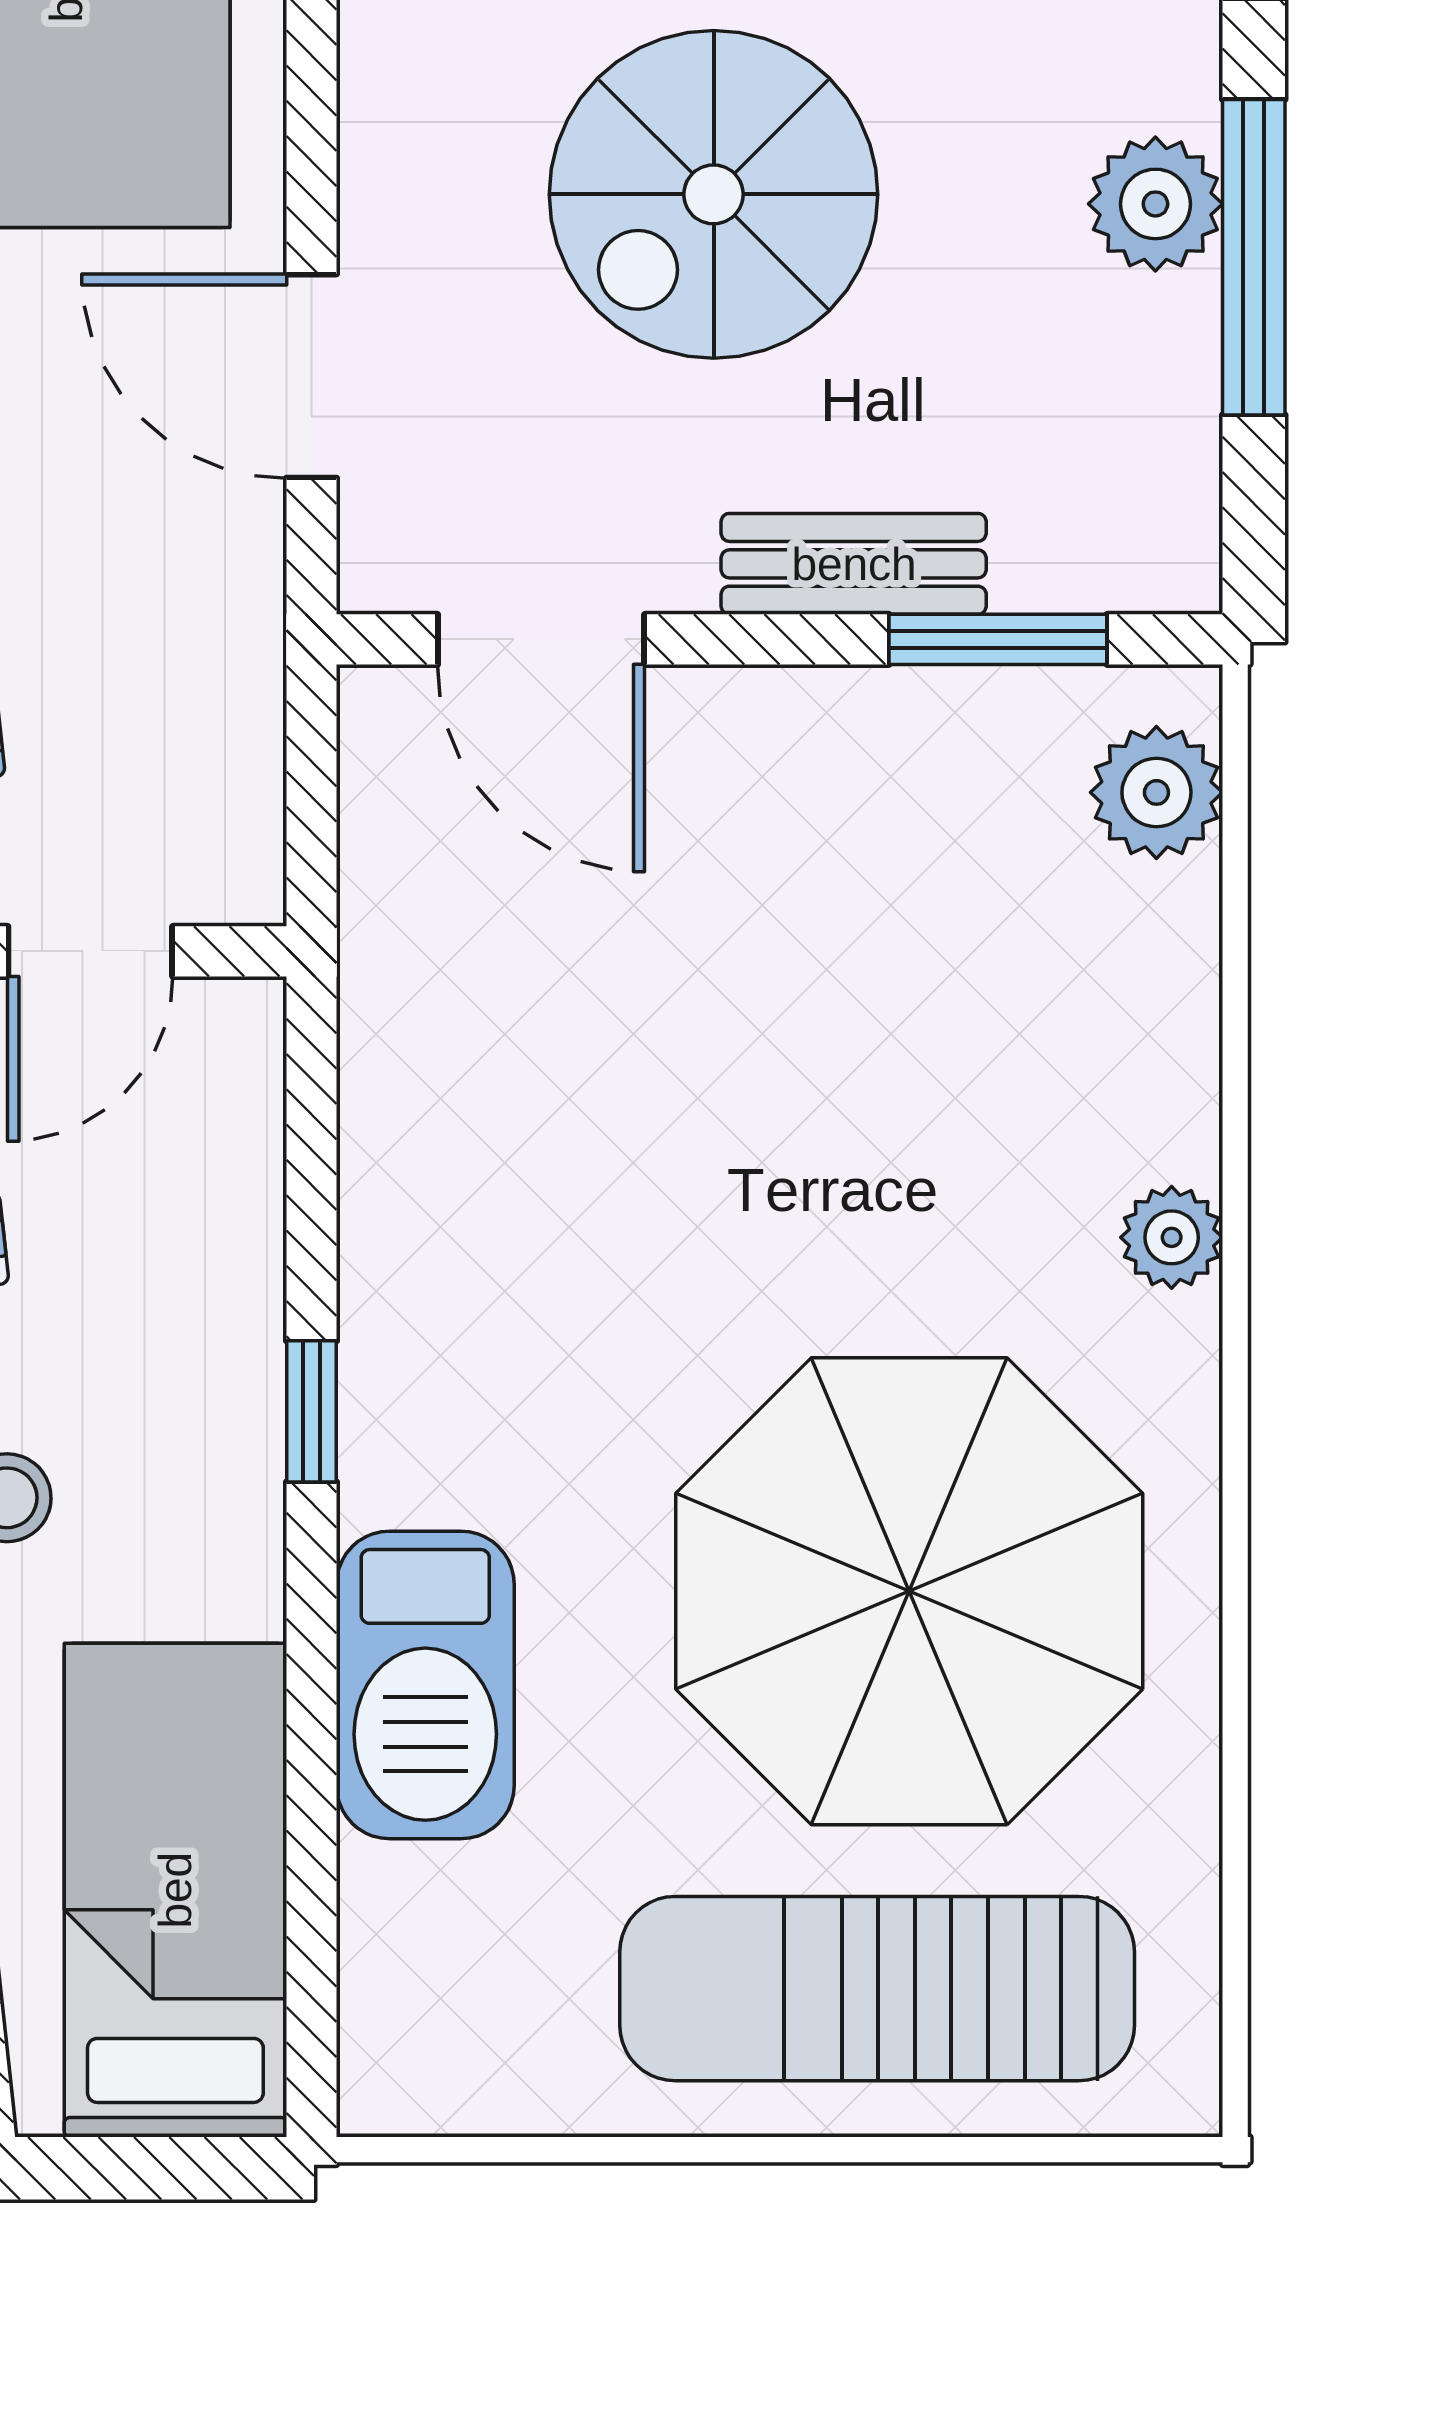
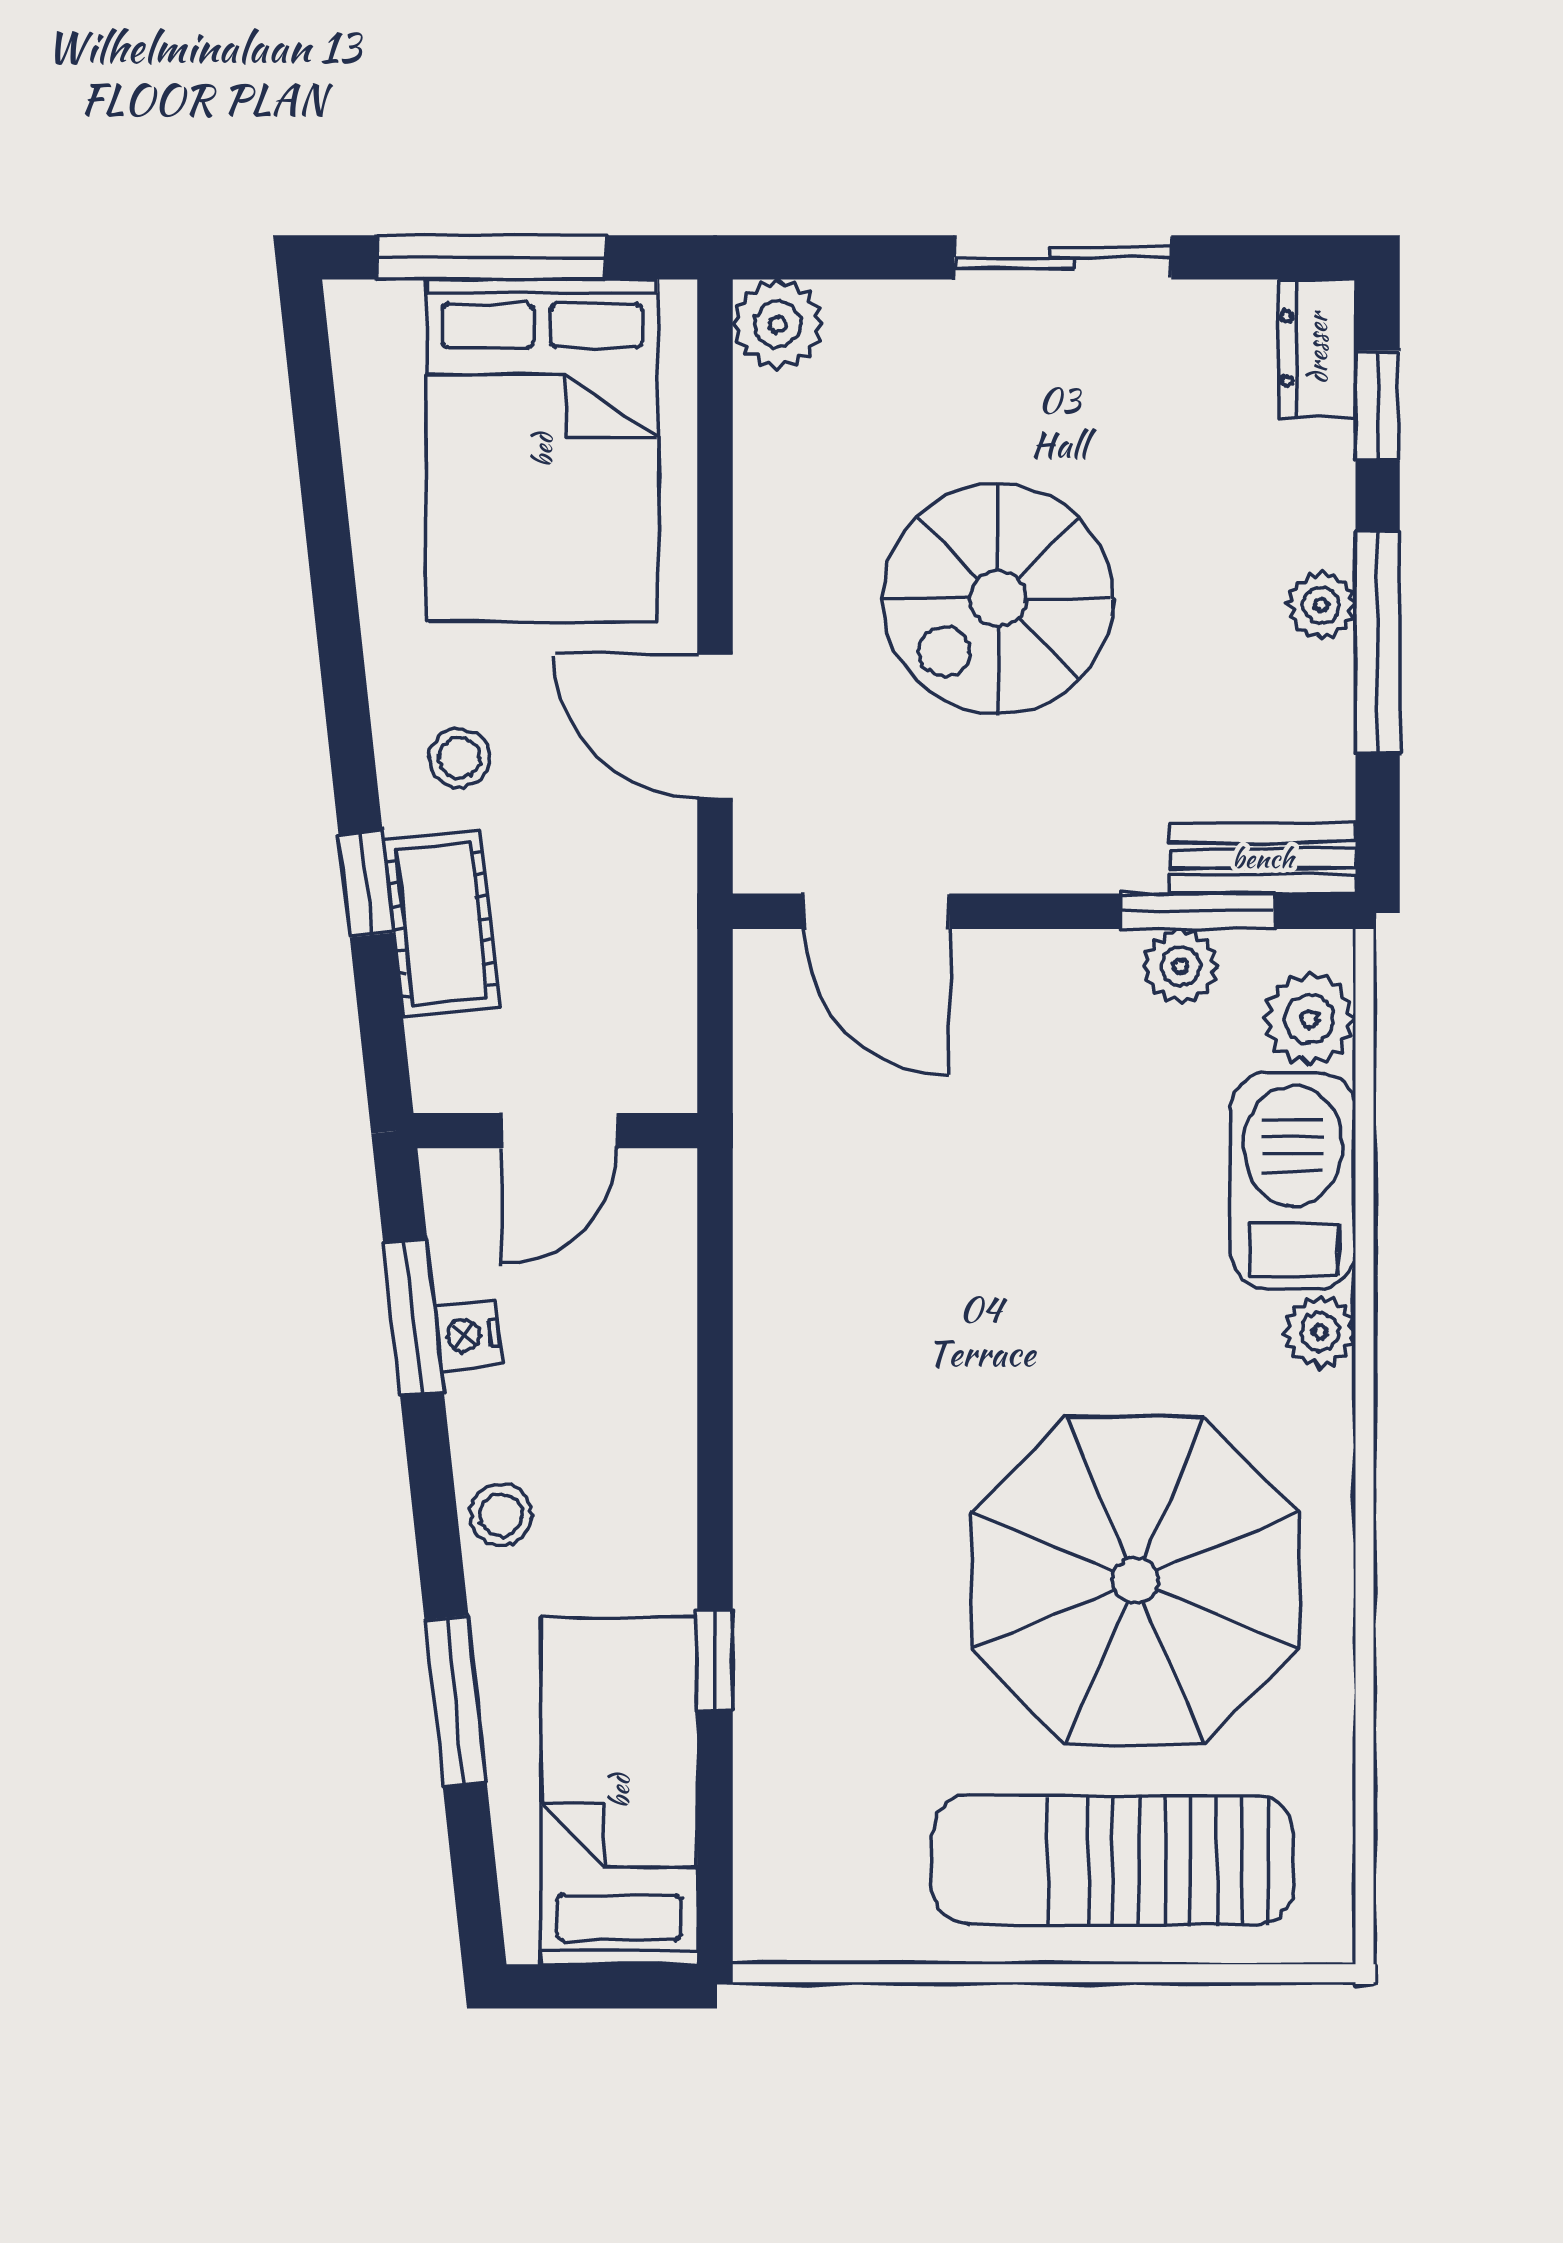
plant: (1155, 204) -> (1321, 605), width x0.73, depth x0.73
bench: (854, 564) -> (1263, 858), moved
plant: (973, 718) -> (1181, 966), added
window: (311, 1411) -> (715, 1661), moved
barbecue: (425, 1685) -> (1293, 1181), moved, turned 180

